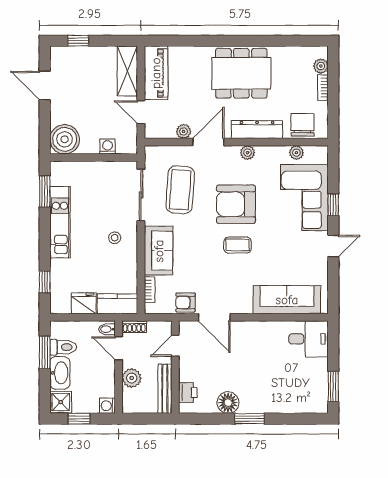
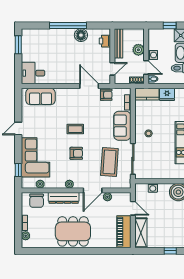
armchair: (236, 204) -> (76, 153), width x0.53, depth x0.53
window: (333, 205) -> (18, 170), moved
sofa: (287, 300) -> (41, 97), width x0.73
washing machine: (107, 406) -> (153, 55), moved
window: (250, 419) -> (68, 26), width x2.11

